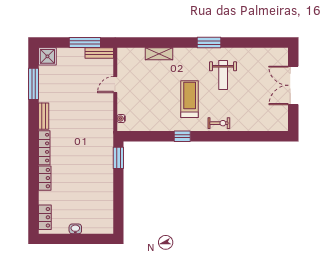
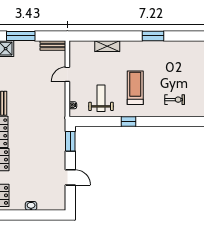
window: (85, 42) -> (21, 36), moved
weight bench: (223, 75) -> (101, 98), moved, turned 180
exercise bike: (219, 123) -> (175, 100), moved
door: (118, 197) -> (70, 177), added

